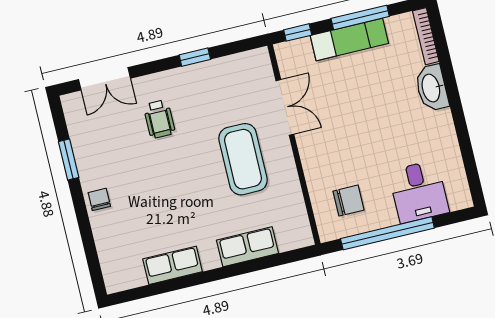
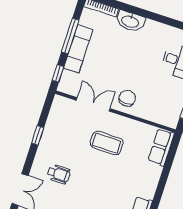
coffee table: (243, 159) -> (107, 143), width x0.73, depth x0.76
chair: (349, 201) -> (127, 98), moved
row of seats: (247, 247) -> (161, 147), moved

